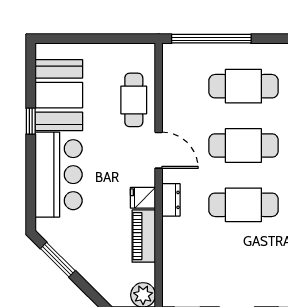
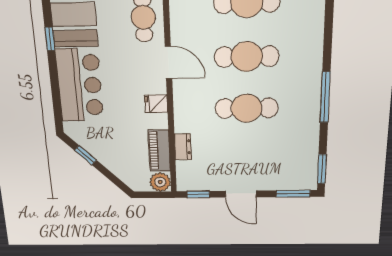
dresser: (171, 200) -> (183, 147), moved
piano: (144, 236) -> (159, 151), moved
window: (58, 260) -> (85, 155), width x0.67

